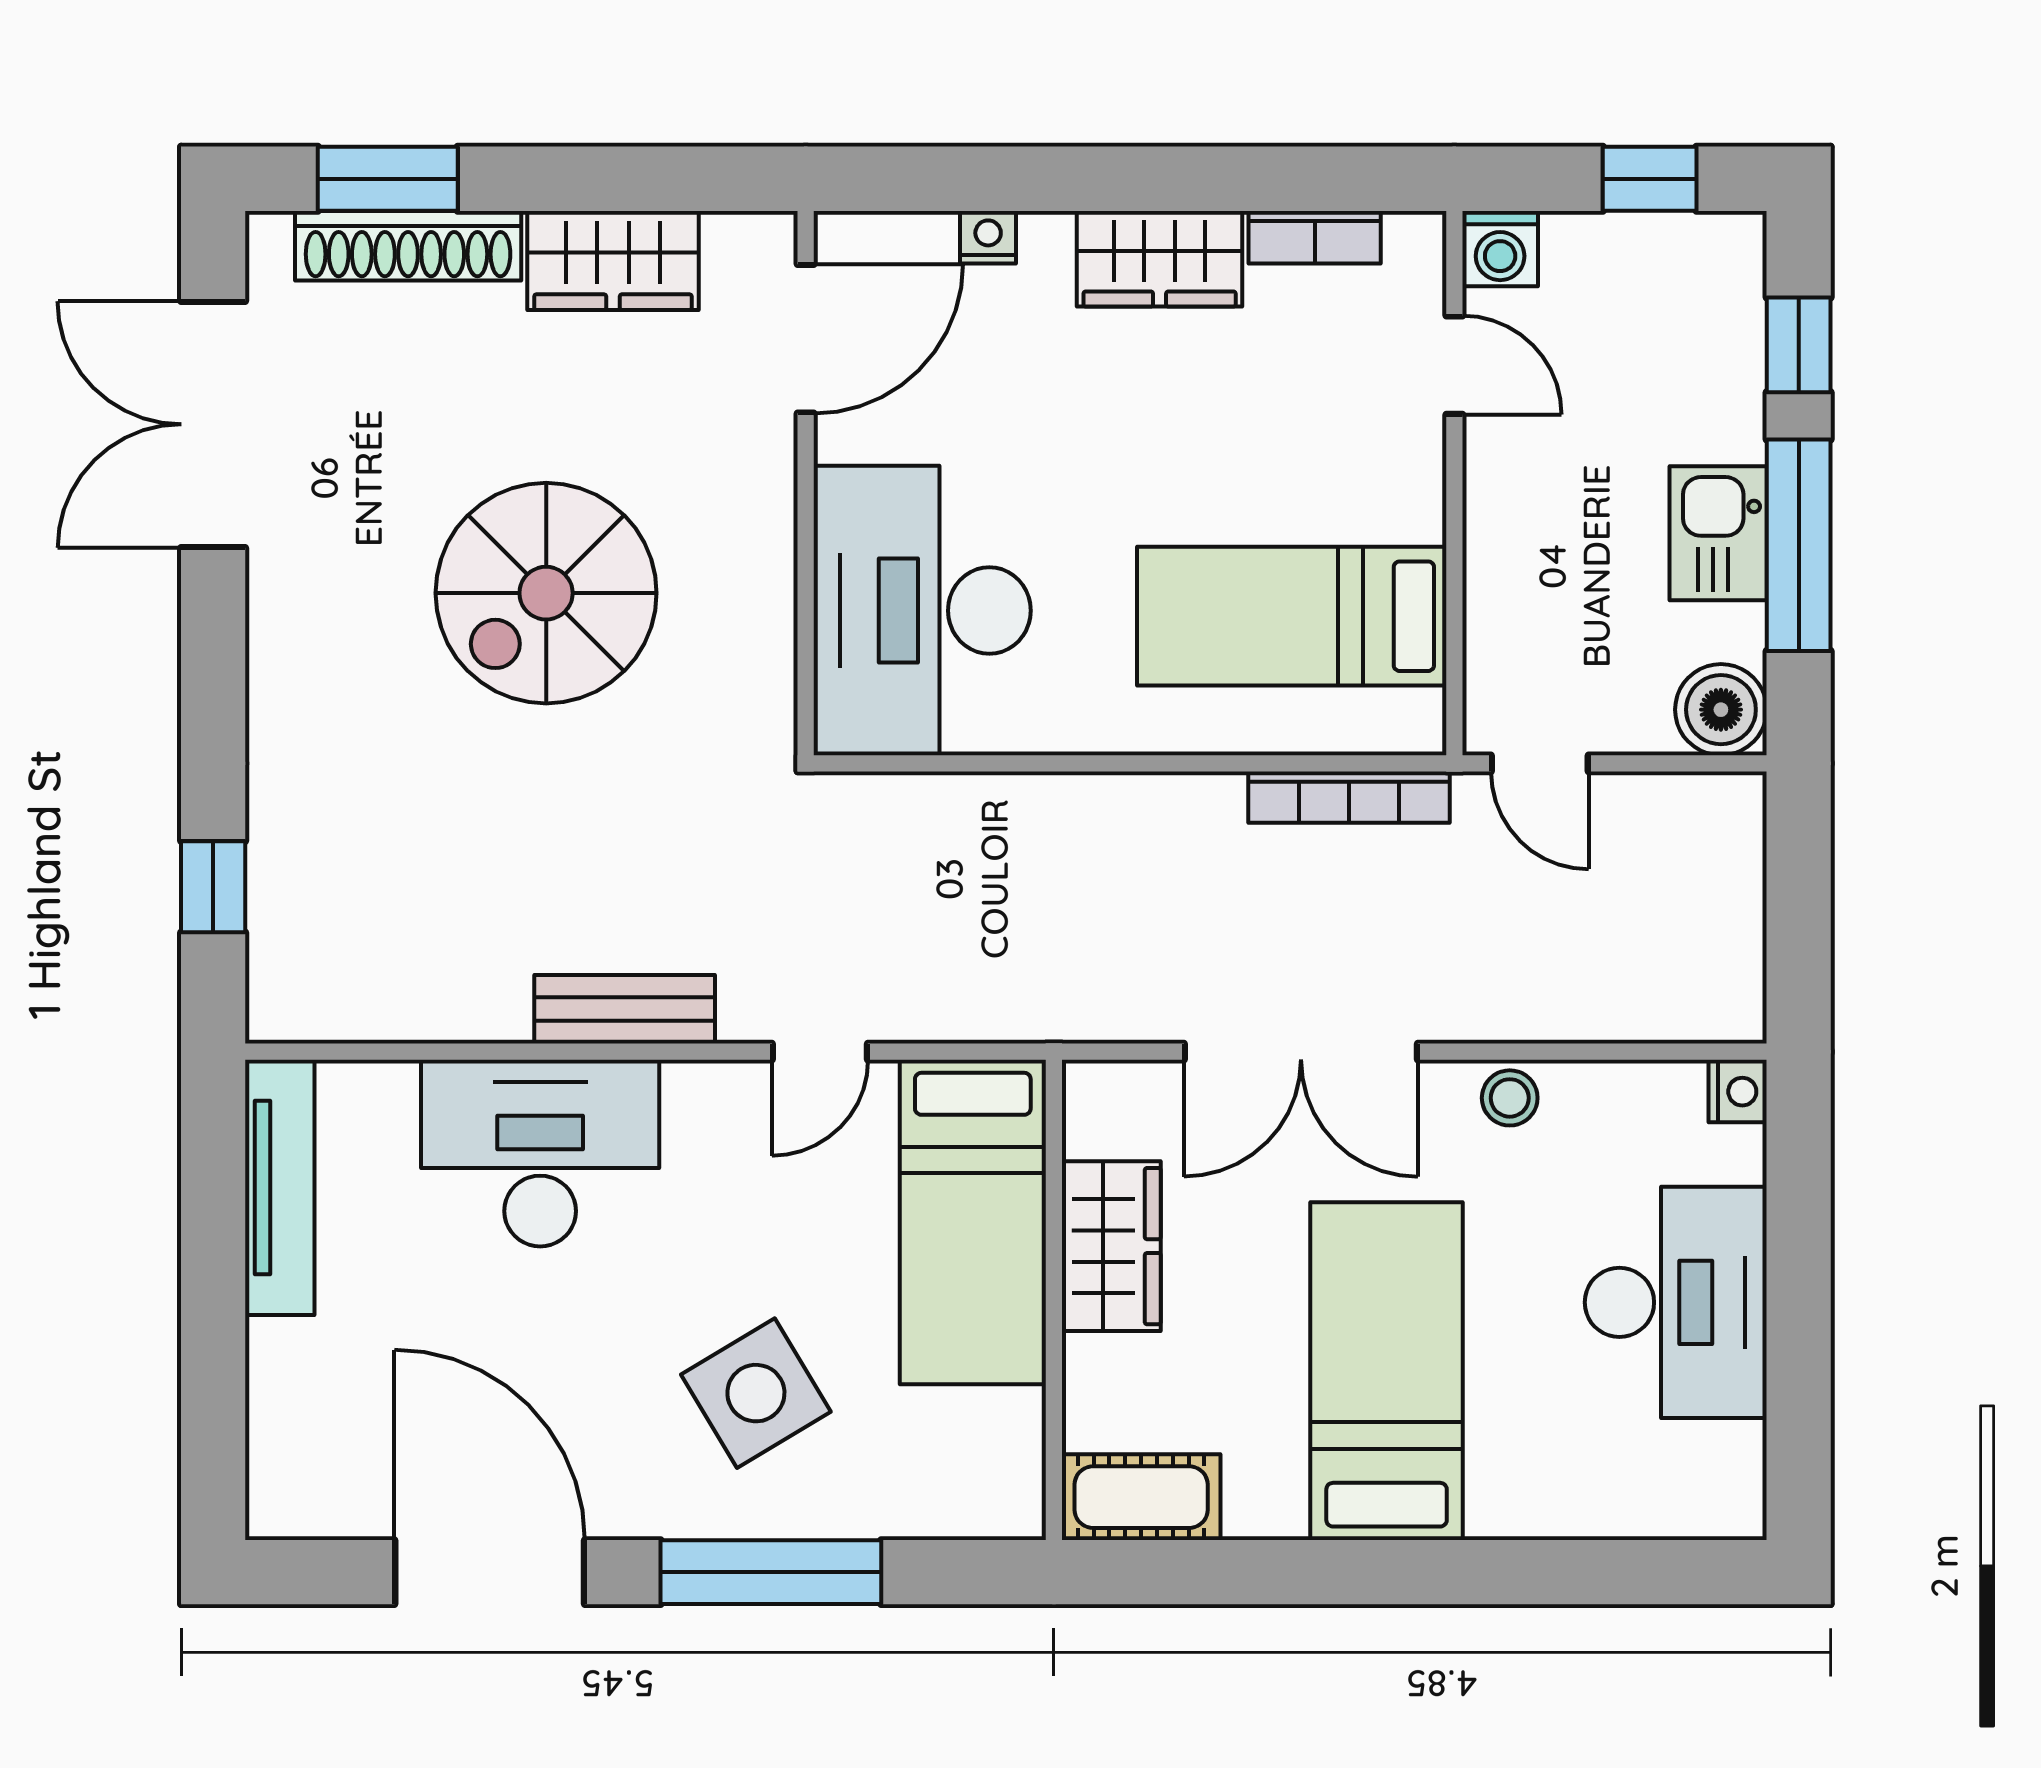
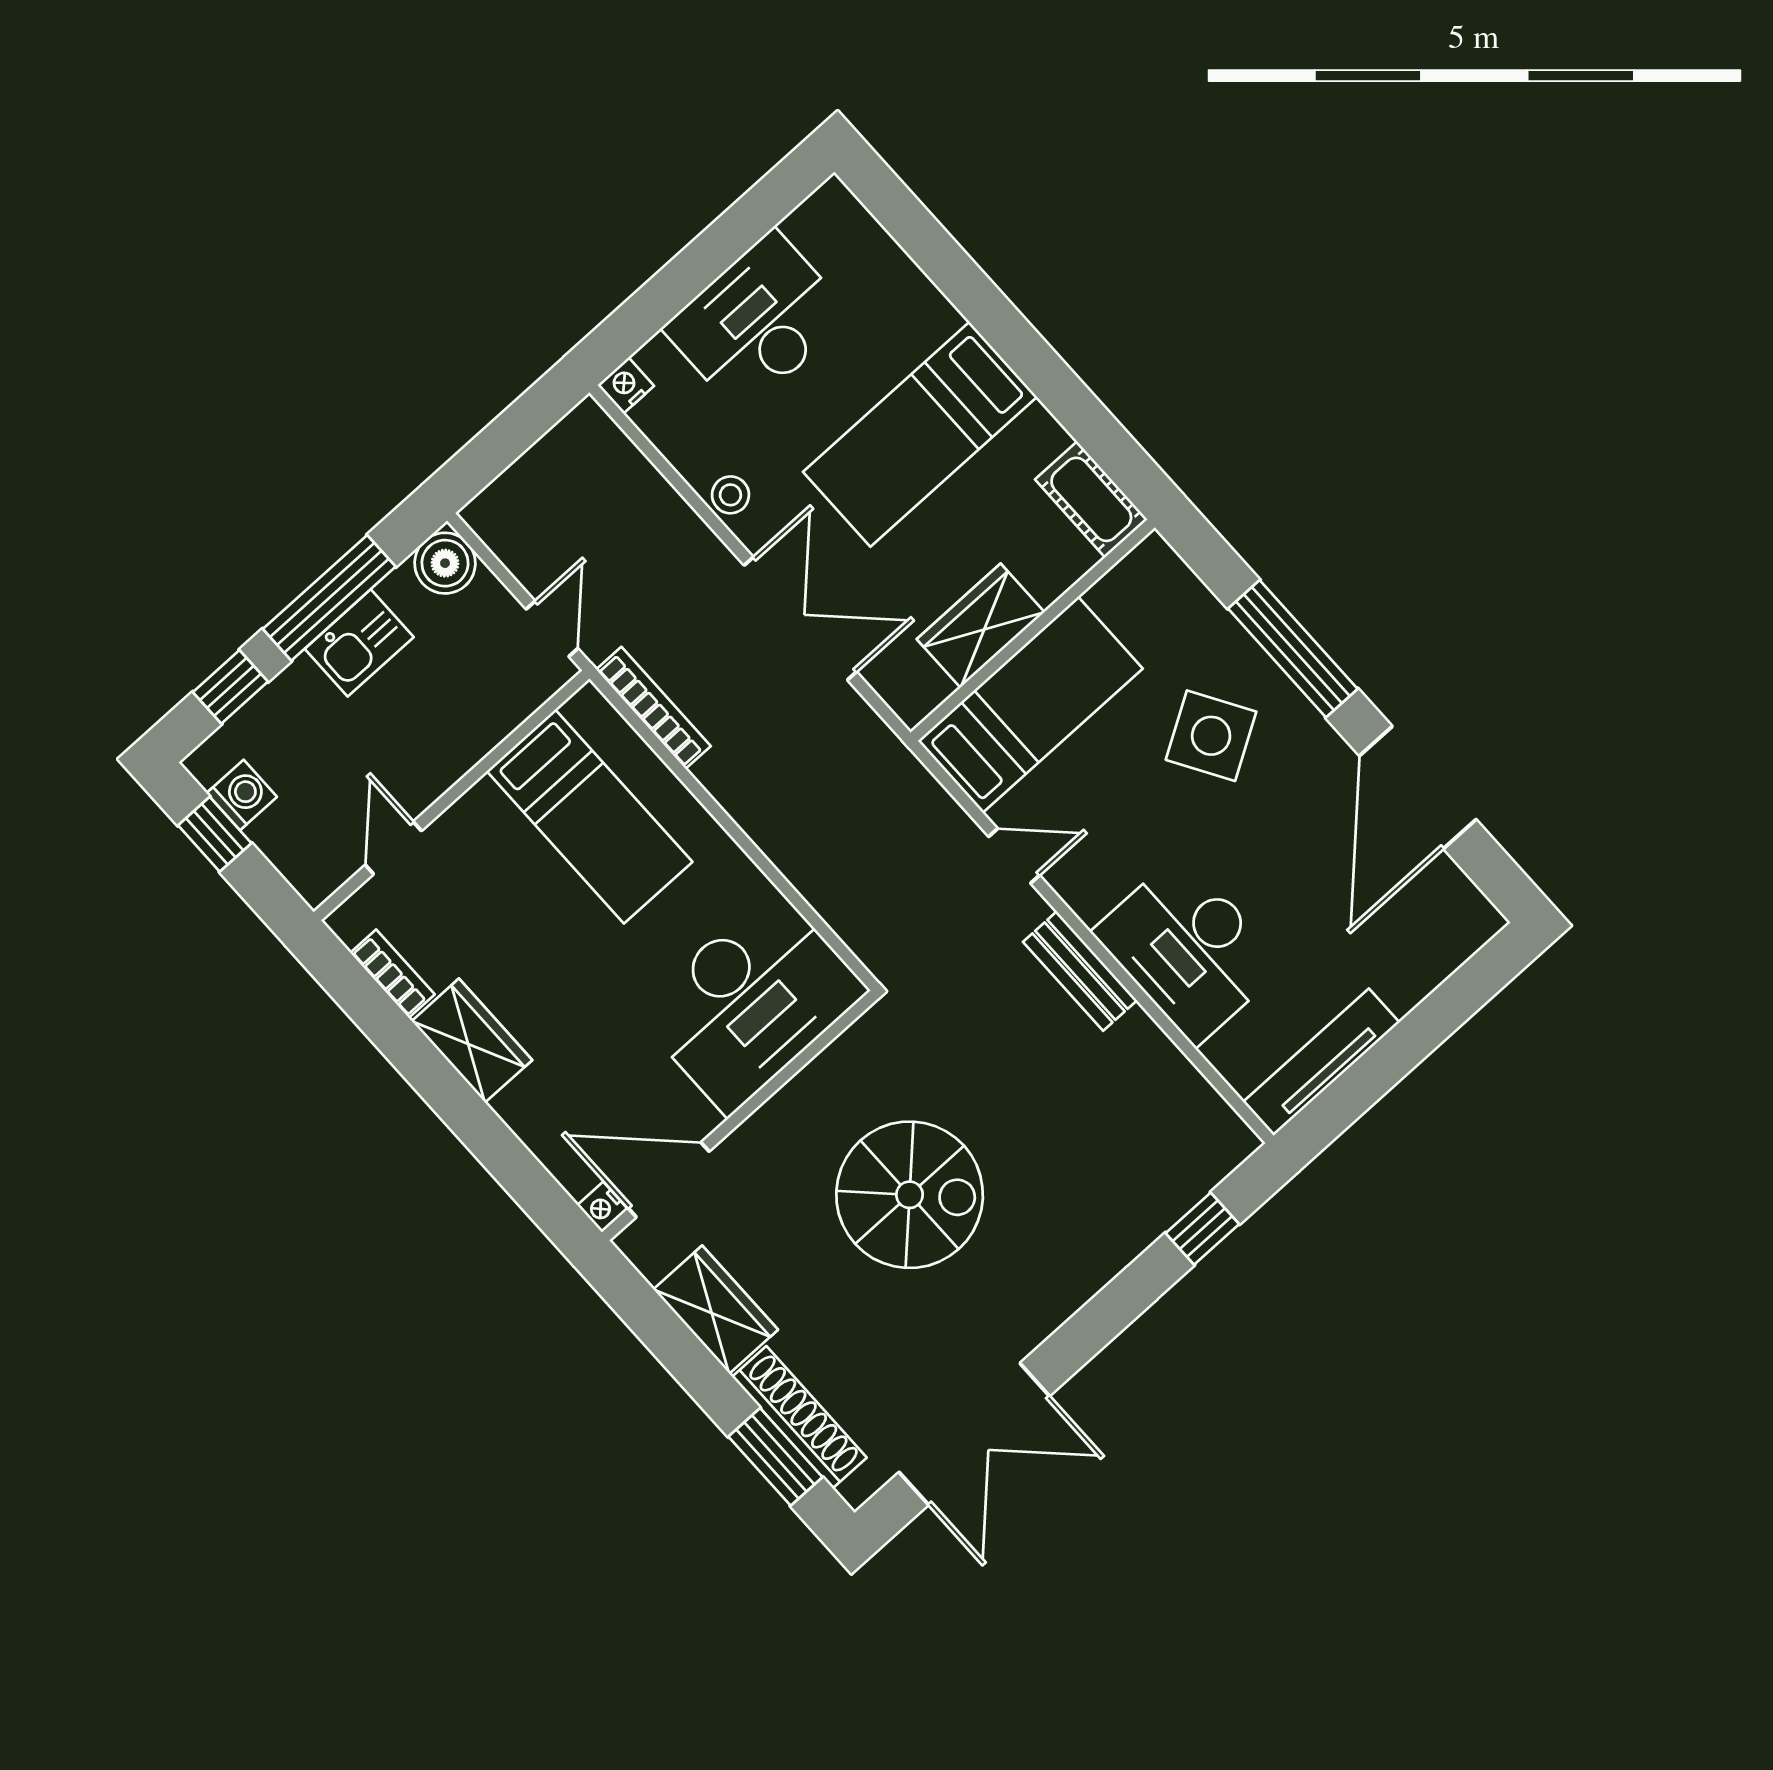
nightstand: (988, 237) -> (603, 1207), moved
washing machine: (1500, 249) -> (242, 795), moved

